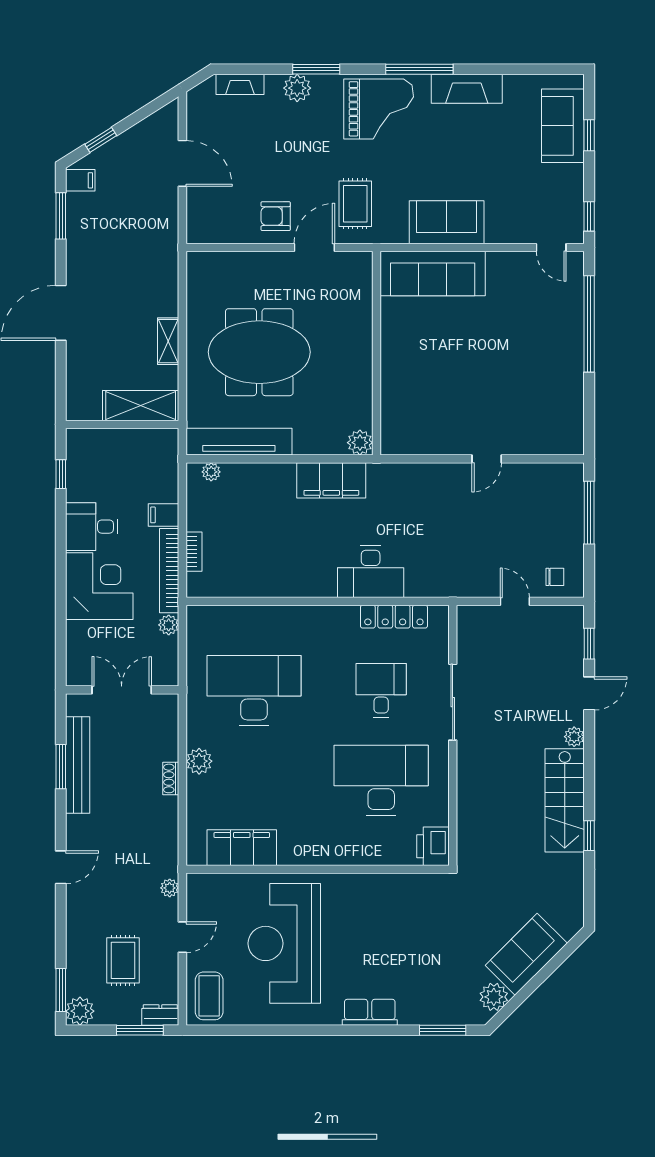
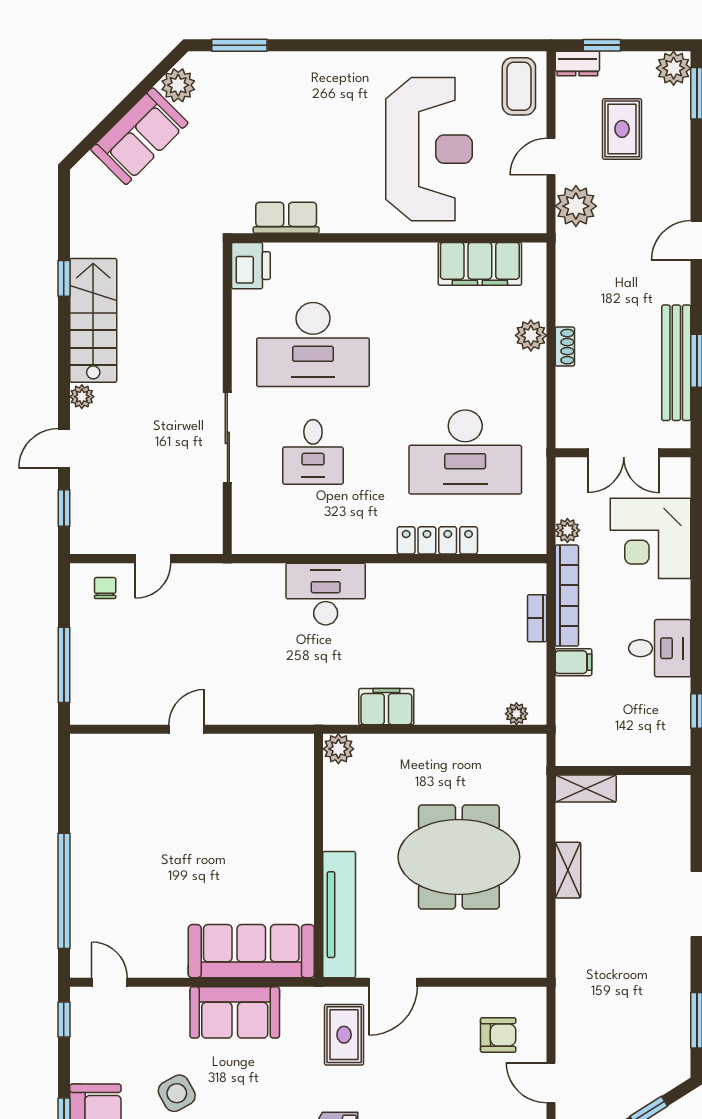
side table: (495, 155) -> (177, 1093), added
door: (182, 163) -> (551, 1083), width x0.73
filing cabinet: (80, 180) -> (673, 1063), removed
armchair: (276, 216) -> (498, 1035), moved
shelving: (141, 406) -> (586, 788), width x0.67, depth x0.75
tv unit: (239, 442) -> (339, 915), moved, turned -90
filing cabinet: (331, 480) -> (386, 707), width x0.67, depth x0.86
chair: (555, 577) -> (105, 588), turned 90
corner desk: (99, 586) -> (650, 538), moved
door: (515, 601) -> (153, 559), hinge flipped
locker: (394, 617) -> (437, 540), moved
plant: (199, 761) -> (531, 335), moved
plant: (170, 888) -> (576, 206), width x1.88, depth x1.88
row of seats: (370, 1012) -> (286, 218), moved, turned 180
window: (140, 1030) -> (602, 45), width x0.67

